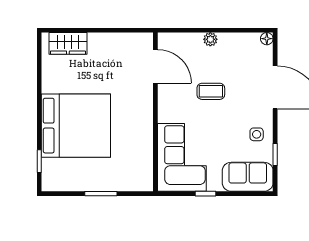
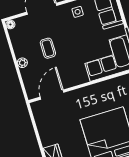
coffee table: (211, 91) -> (48, 48), moved

